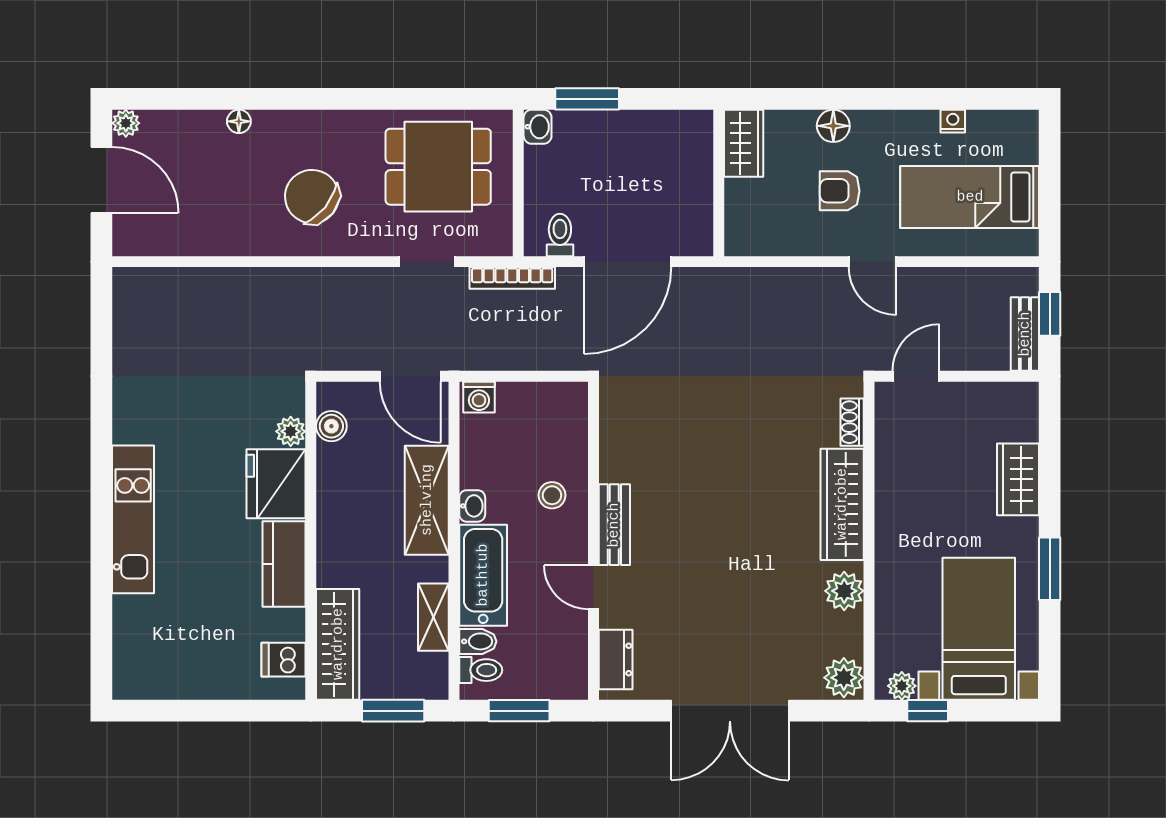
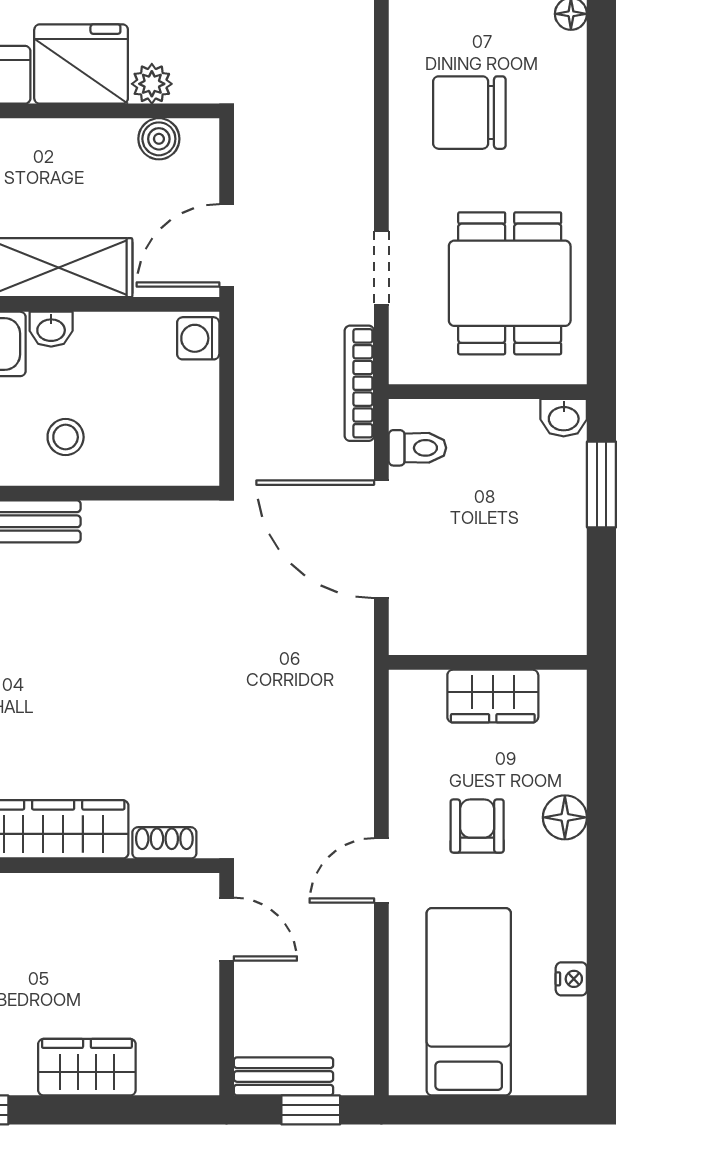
wardrobe: (744, 143) -> (493, 696), moved
chair: (312, 197) -> (469, 113), turned -129

